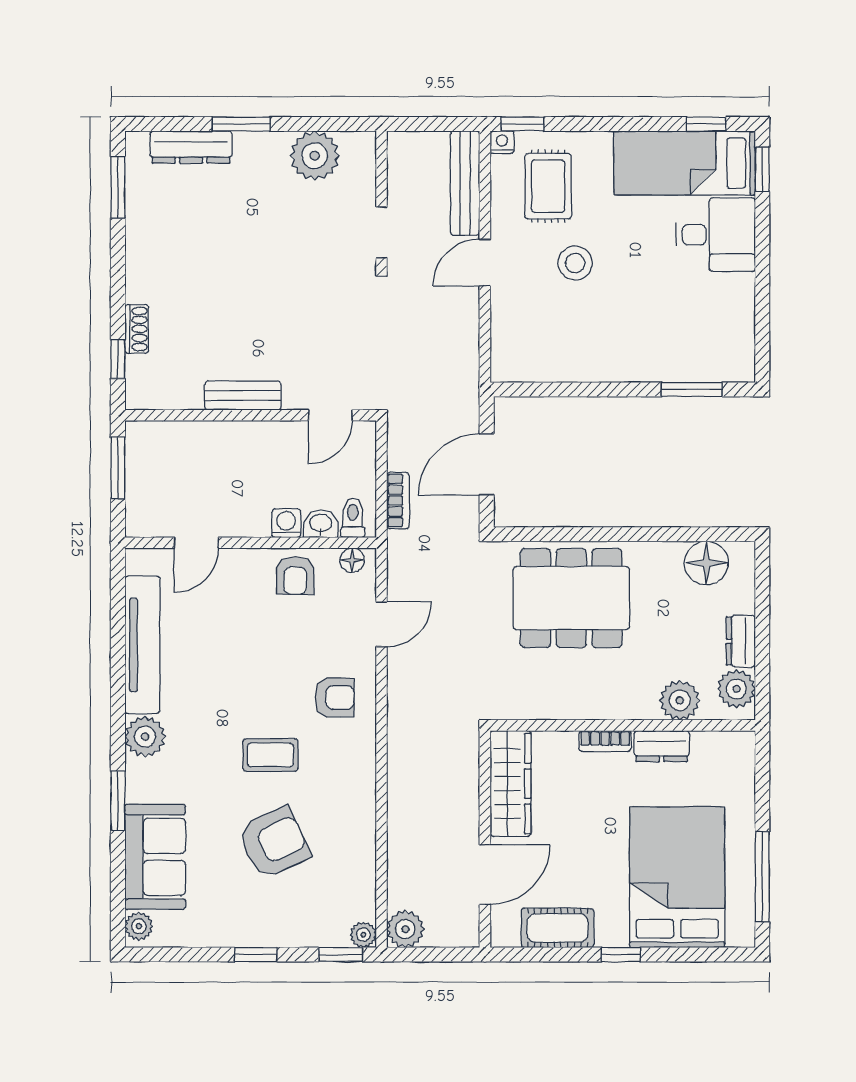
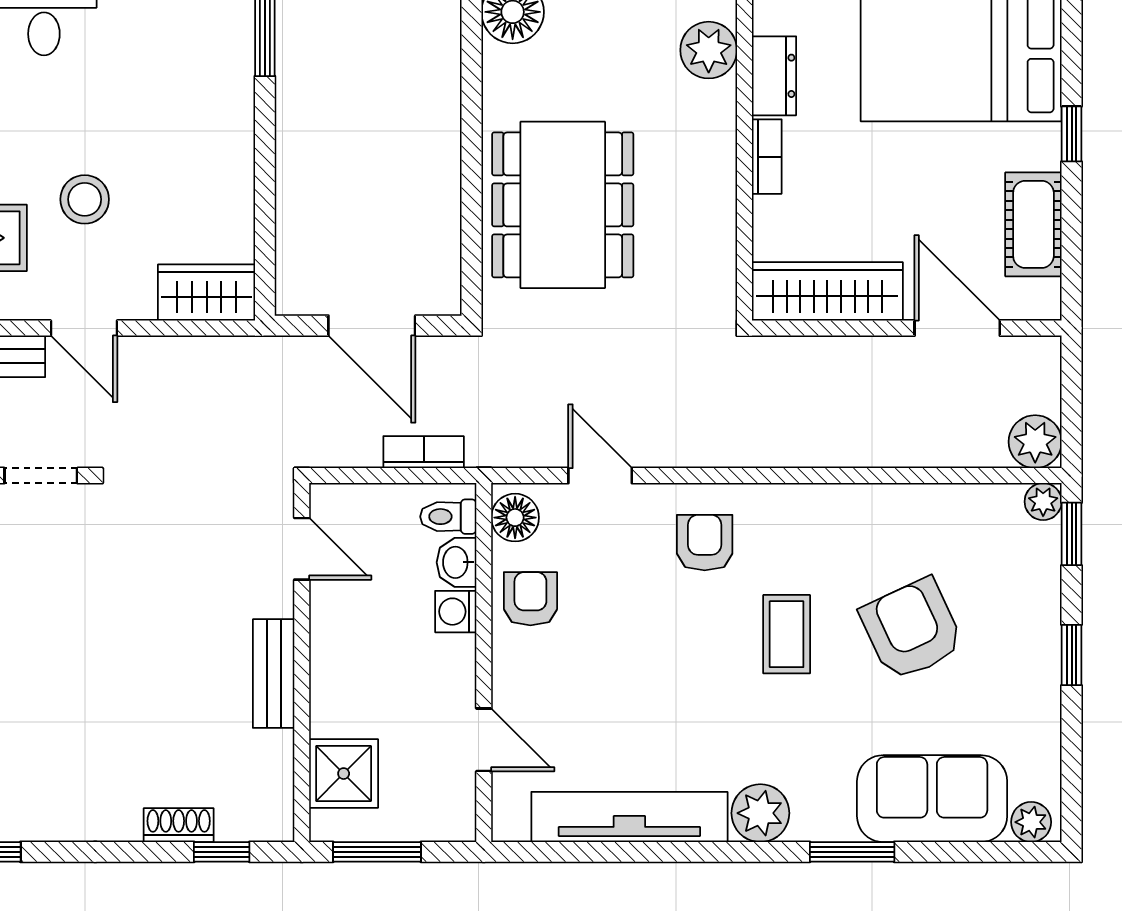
wardrobe: (510, 348) -> (207, 293), added
shower: (173, 445) -> (344, 774), added
floor lamp: (352, 560) -> (515, 518), width x1.37, depth x1.37
armchair: (295, 575) -> (530, 599), turned -90

